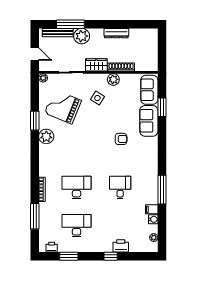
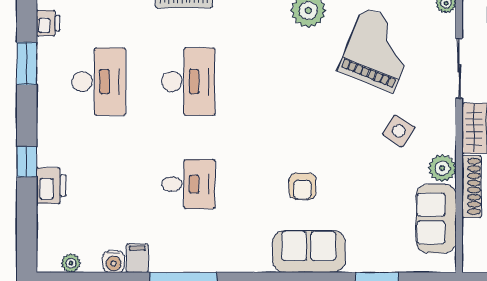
sofa: (149, 90) -> (436, 218), moved, turned -90
sofa: (149, 121) -> (309, 251), moved

